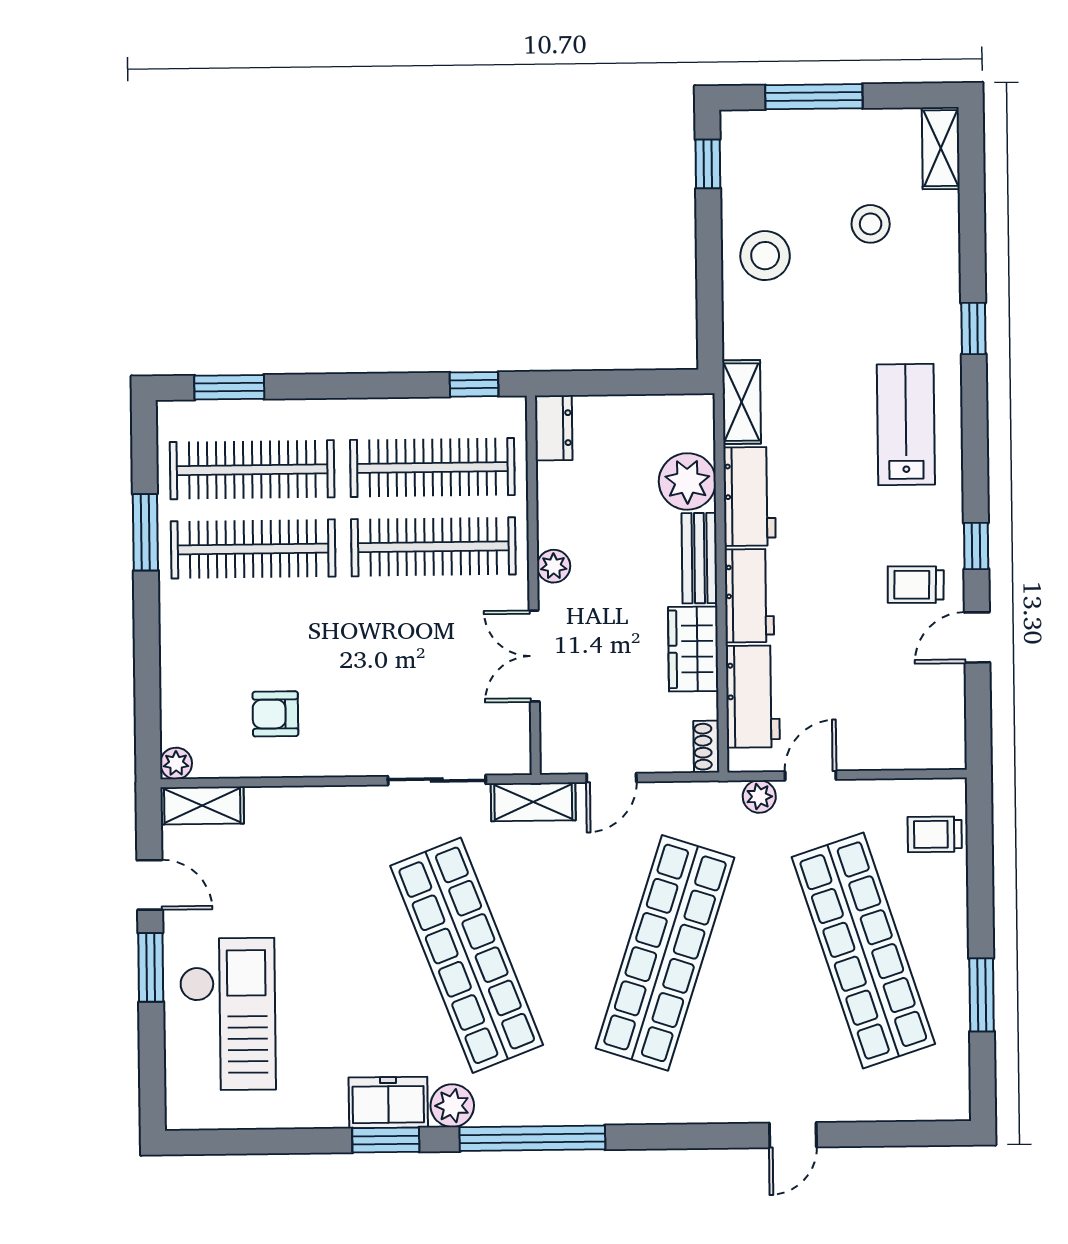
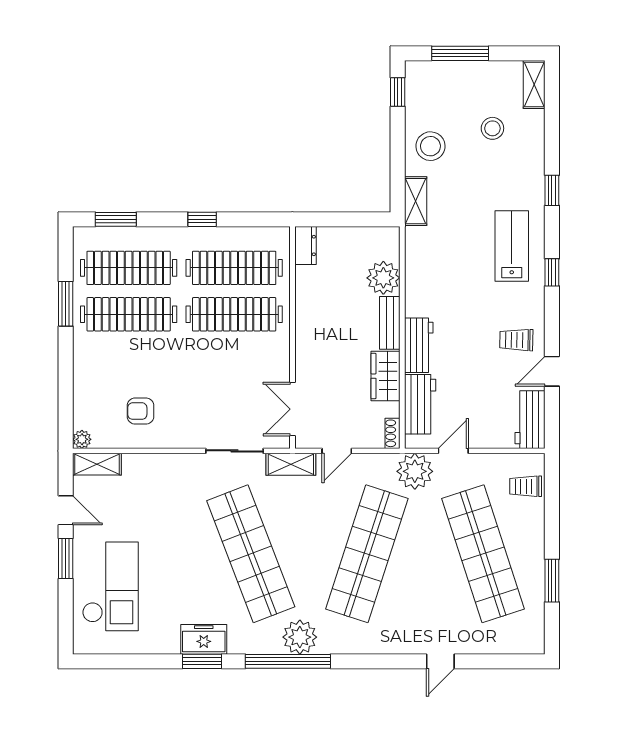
window: (474, 384) -> (202, 219), moved
shelving: (742, 402) -> (416, 201), moved
workbench: (749, 496) -> (530, 420), moved, turned 180
window: (976, 546) -> (552, 272), moved
plant: (554, 566) -> (304, 327), removed
double door: (534, 656) -> (292, 409), moved
plant: (759, 797) -> (415, 471), width x1.88, depth x1.88
plant: (452, 1106) -> (300, 637), moved, width x1.36, depth x1.36

